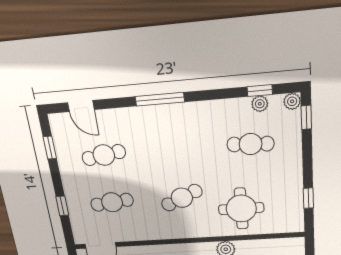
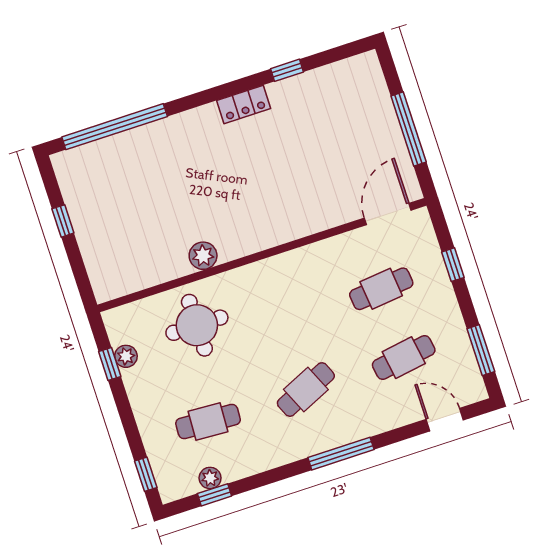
plant: (292, 101) -> (126, 356), moved
window: (50, 148) -> (481, 350), width x1.50
cafe table: (182, 198) -> (306, 390), moved

